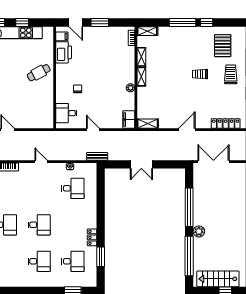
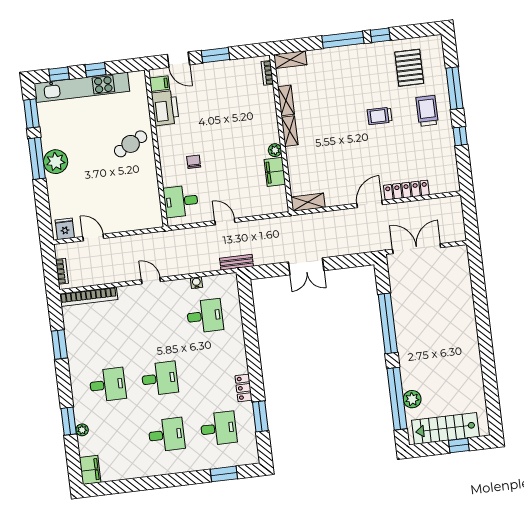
filing cabinet: (129, 120) -> (275, 172), moved
locker: (226, 123) -> (406, 190), moved
plant: (199, 231) -> (412, 399), moved

